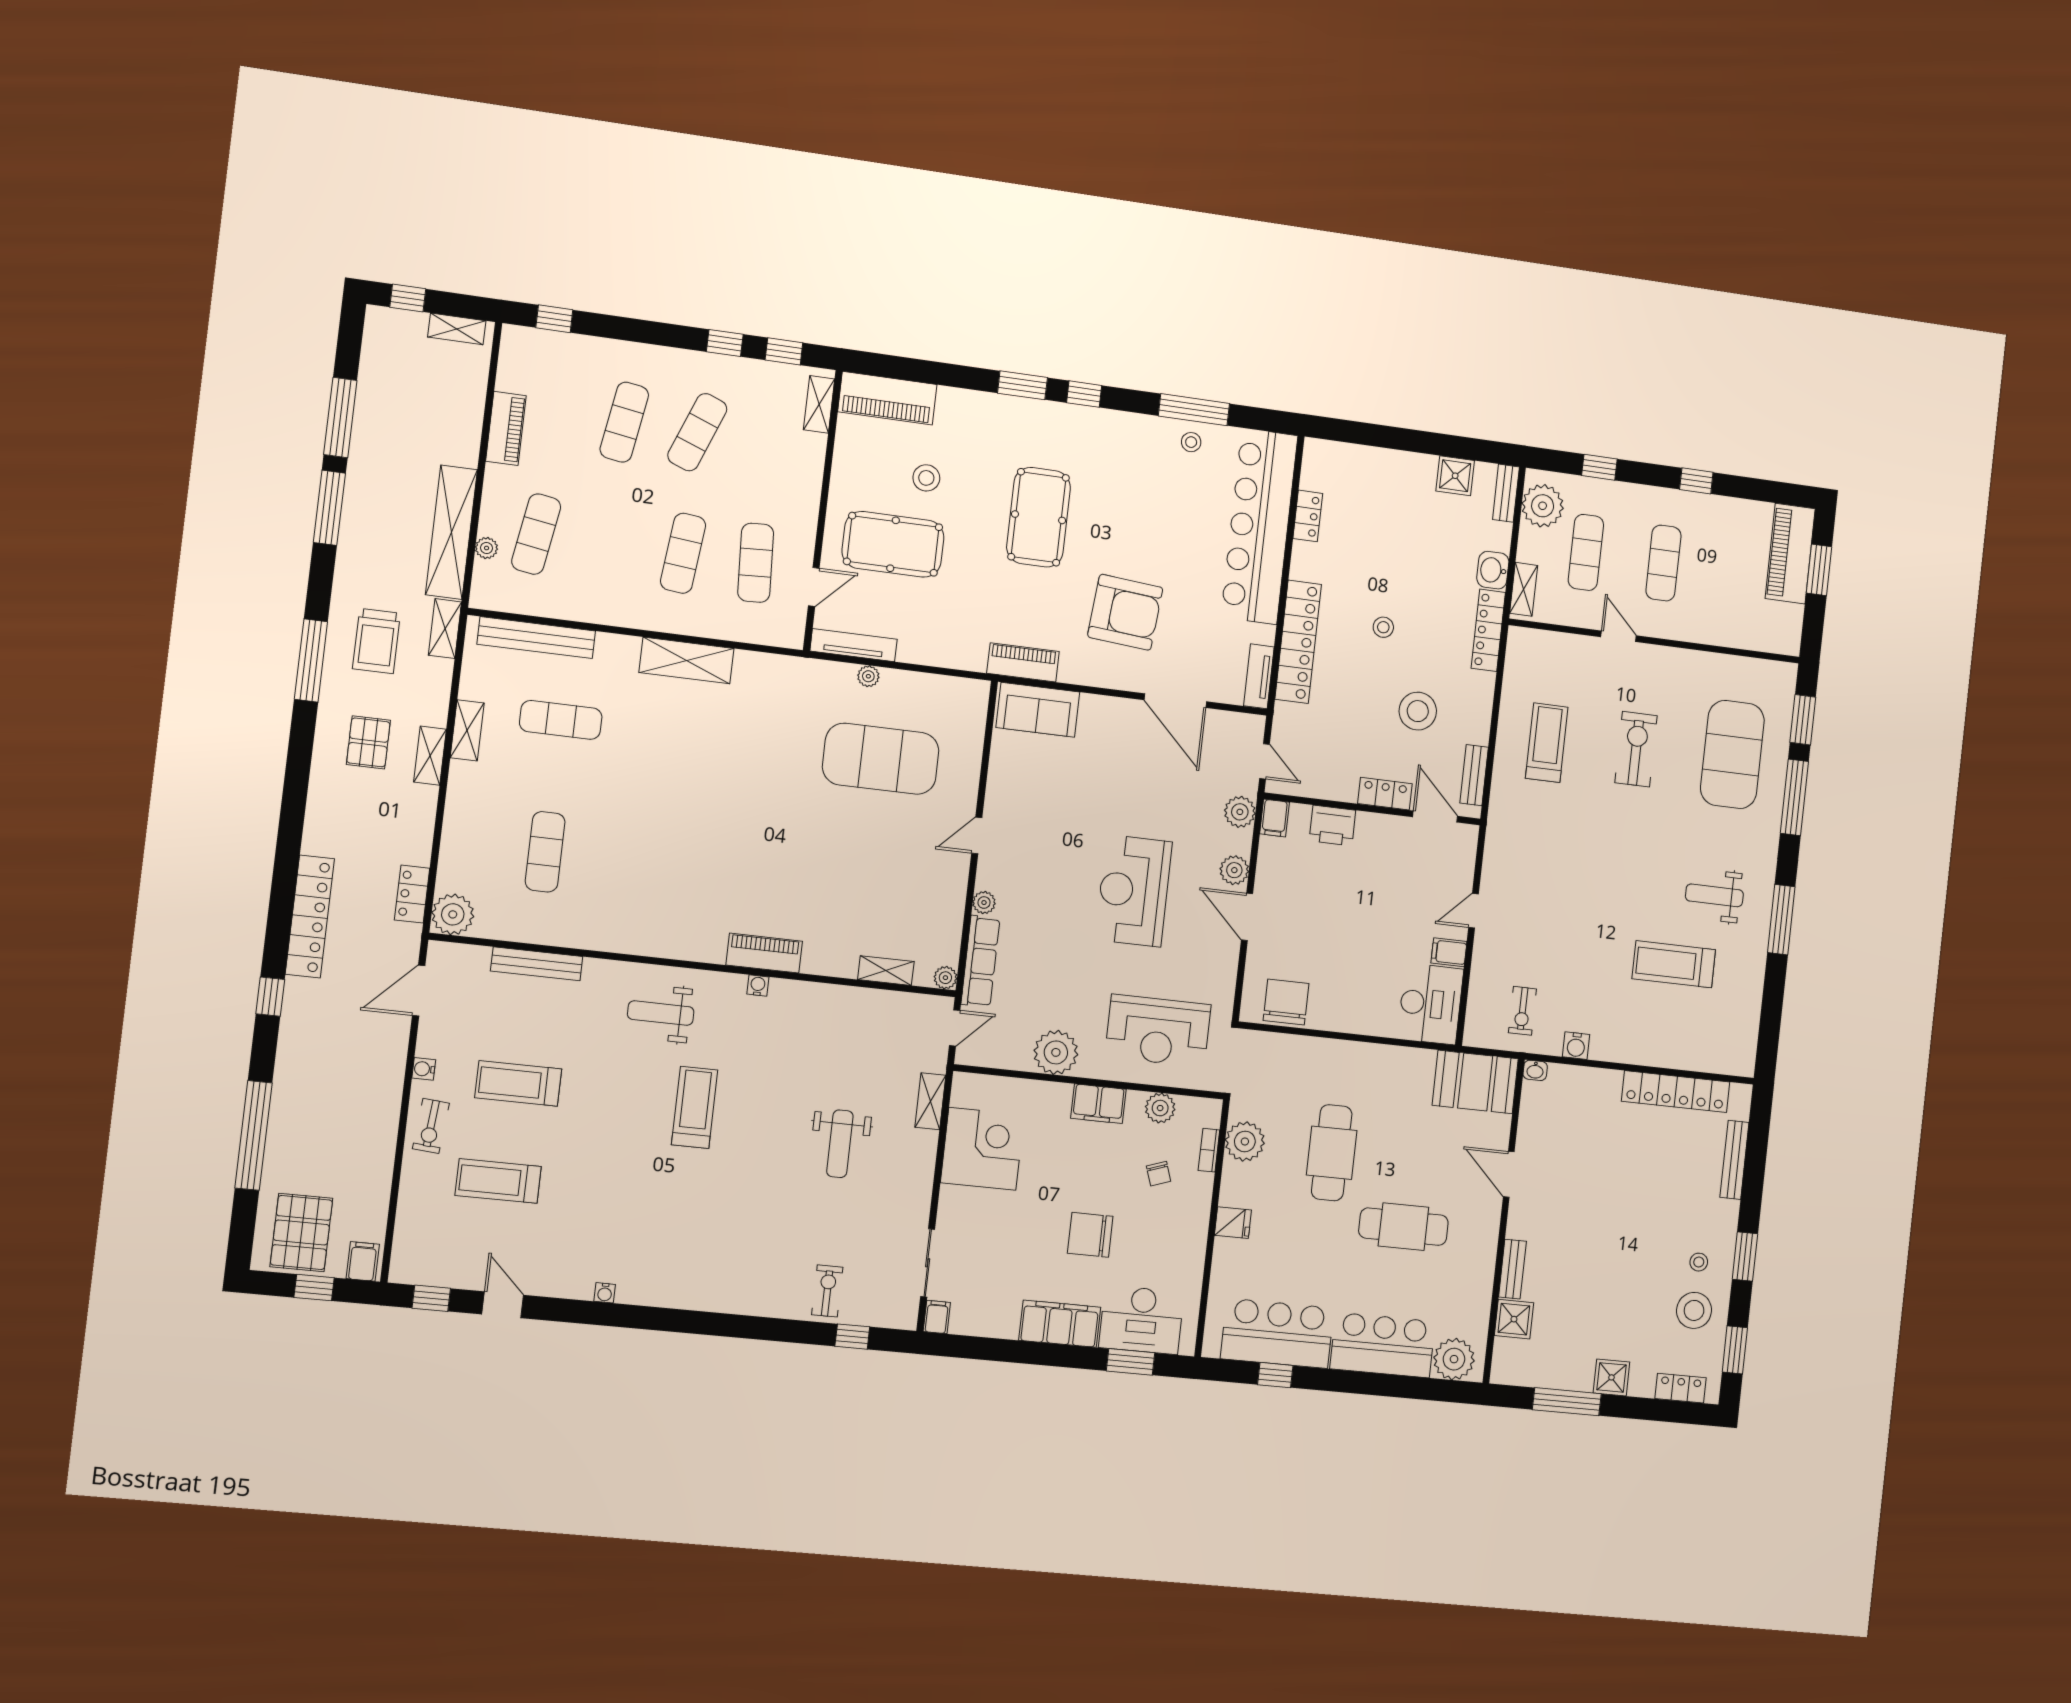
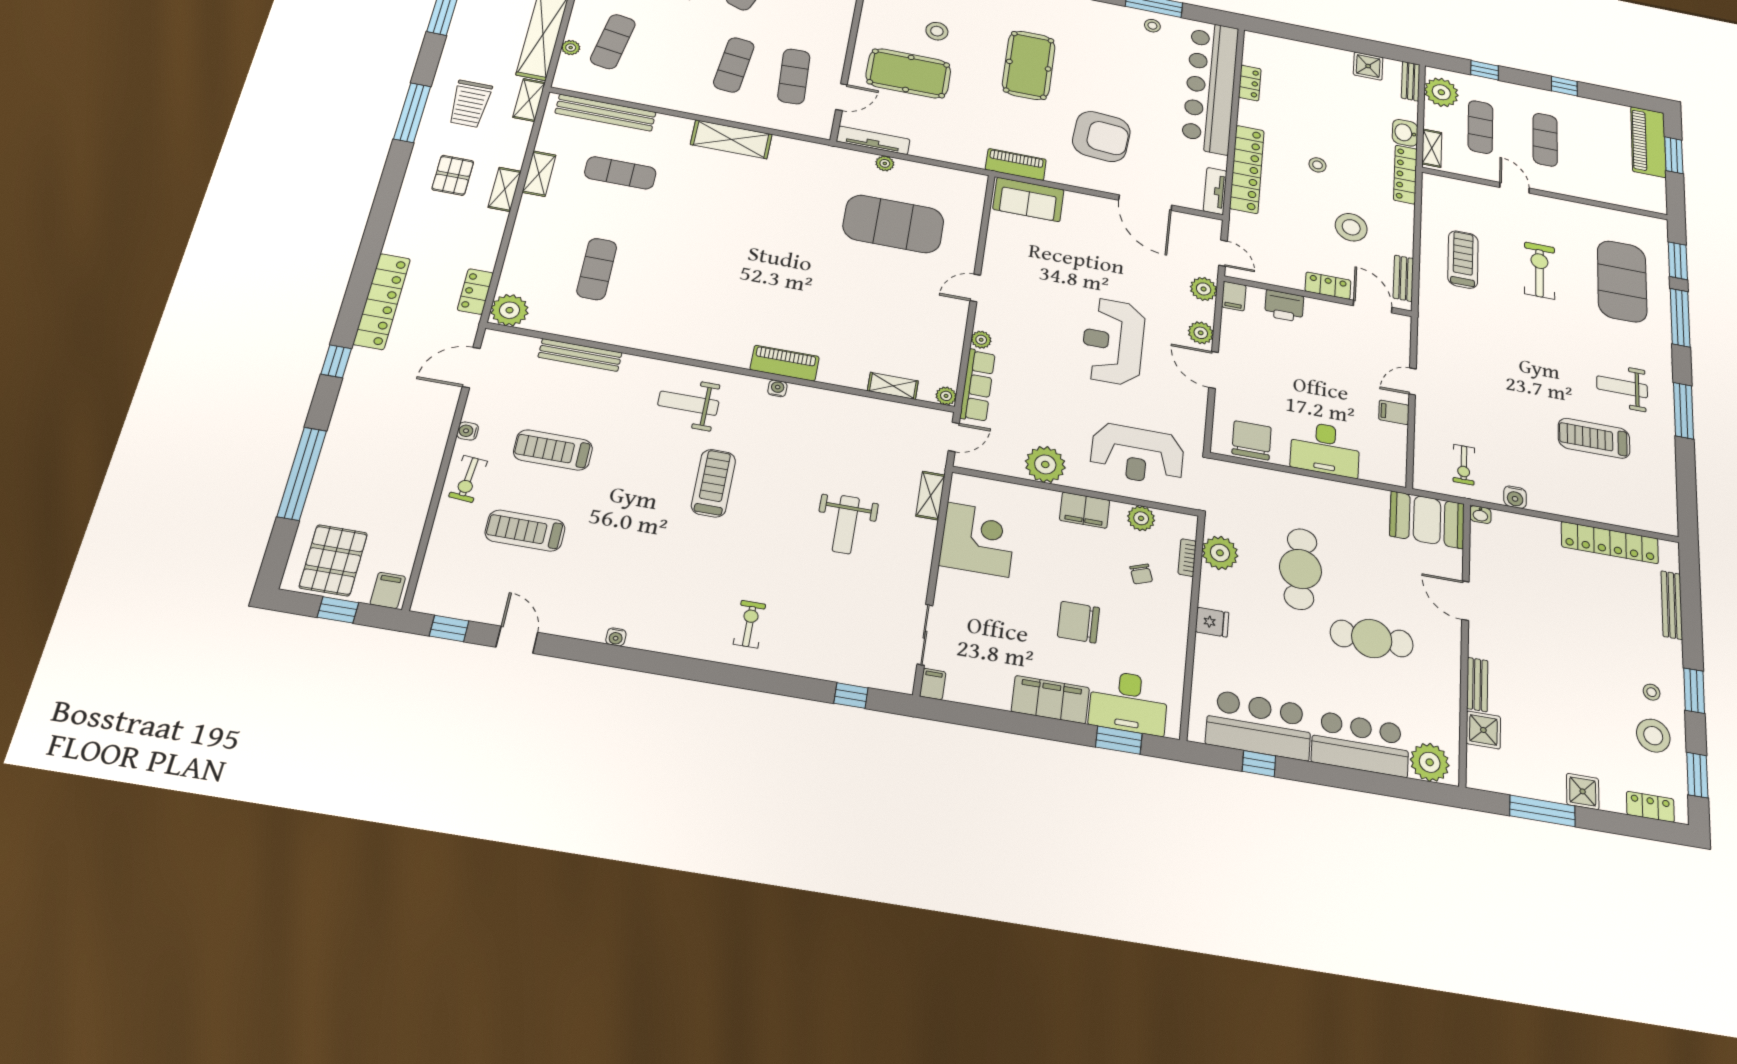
desk: (1430, 1004) -> (1325, 449), moved, turned 90
exercise bike: (827, 1291) -> (749, 624), moved

